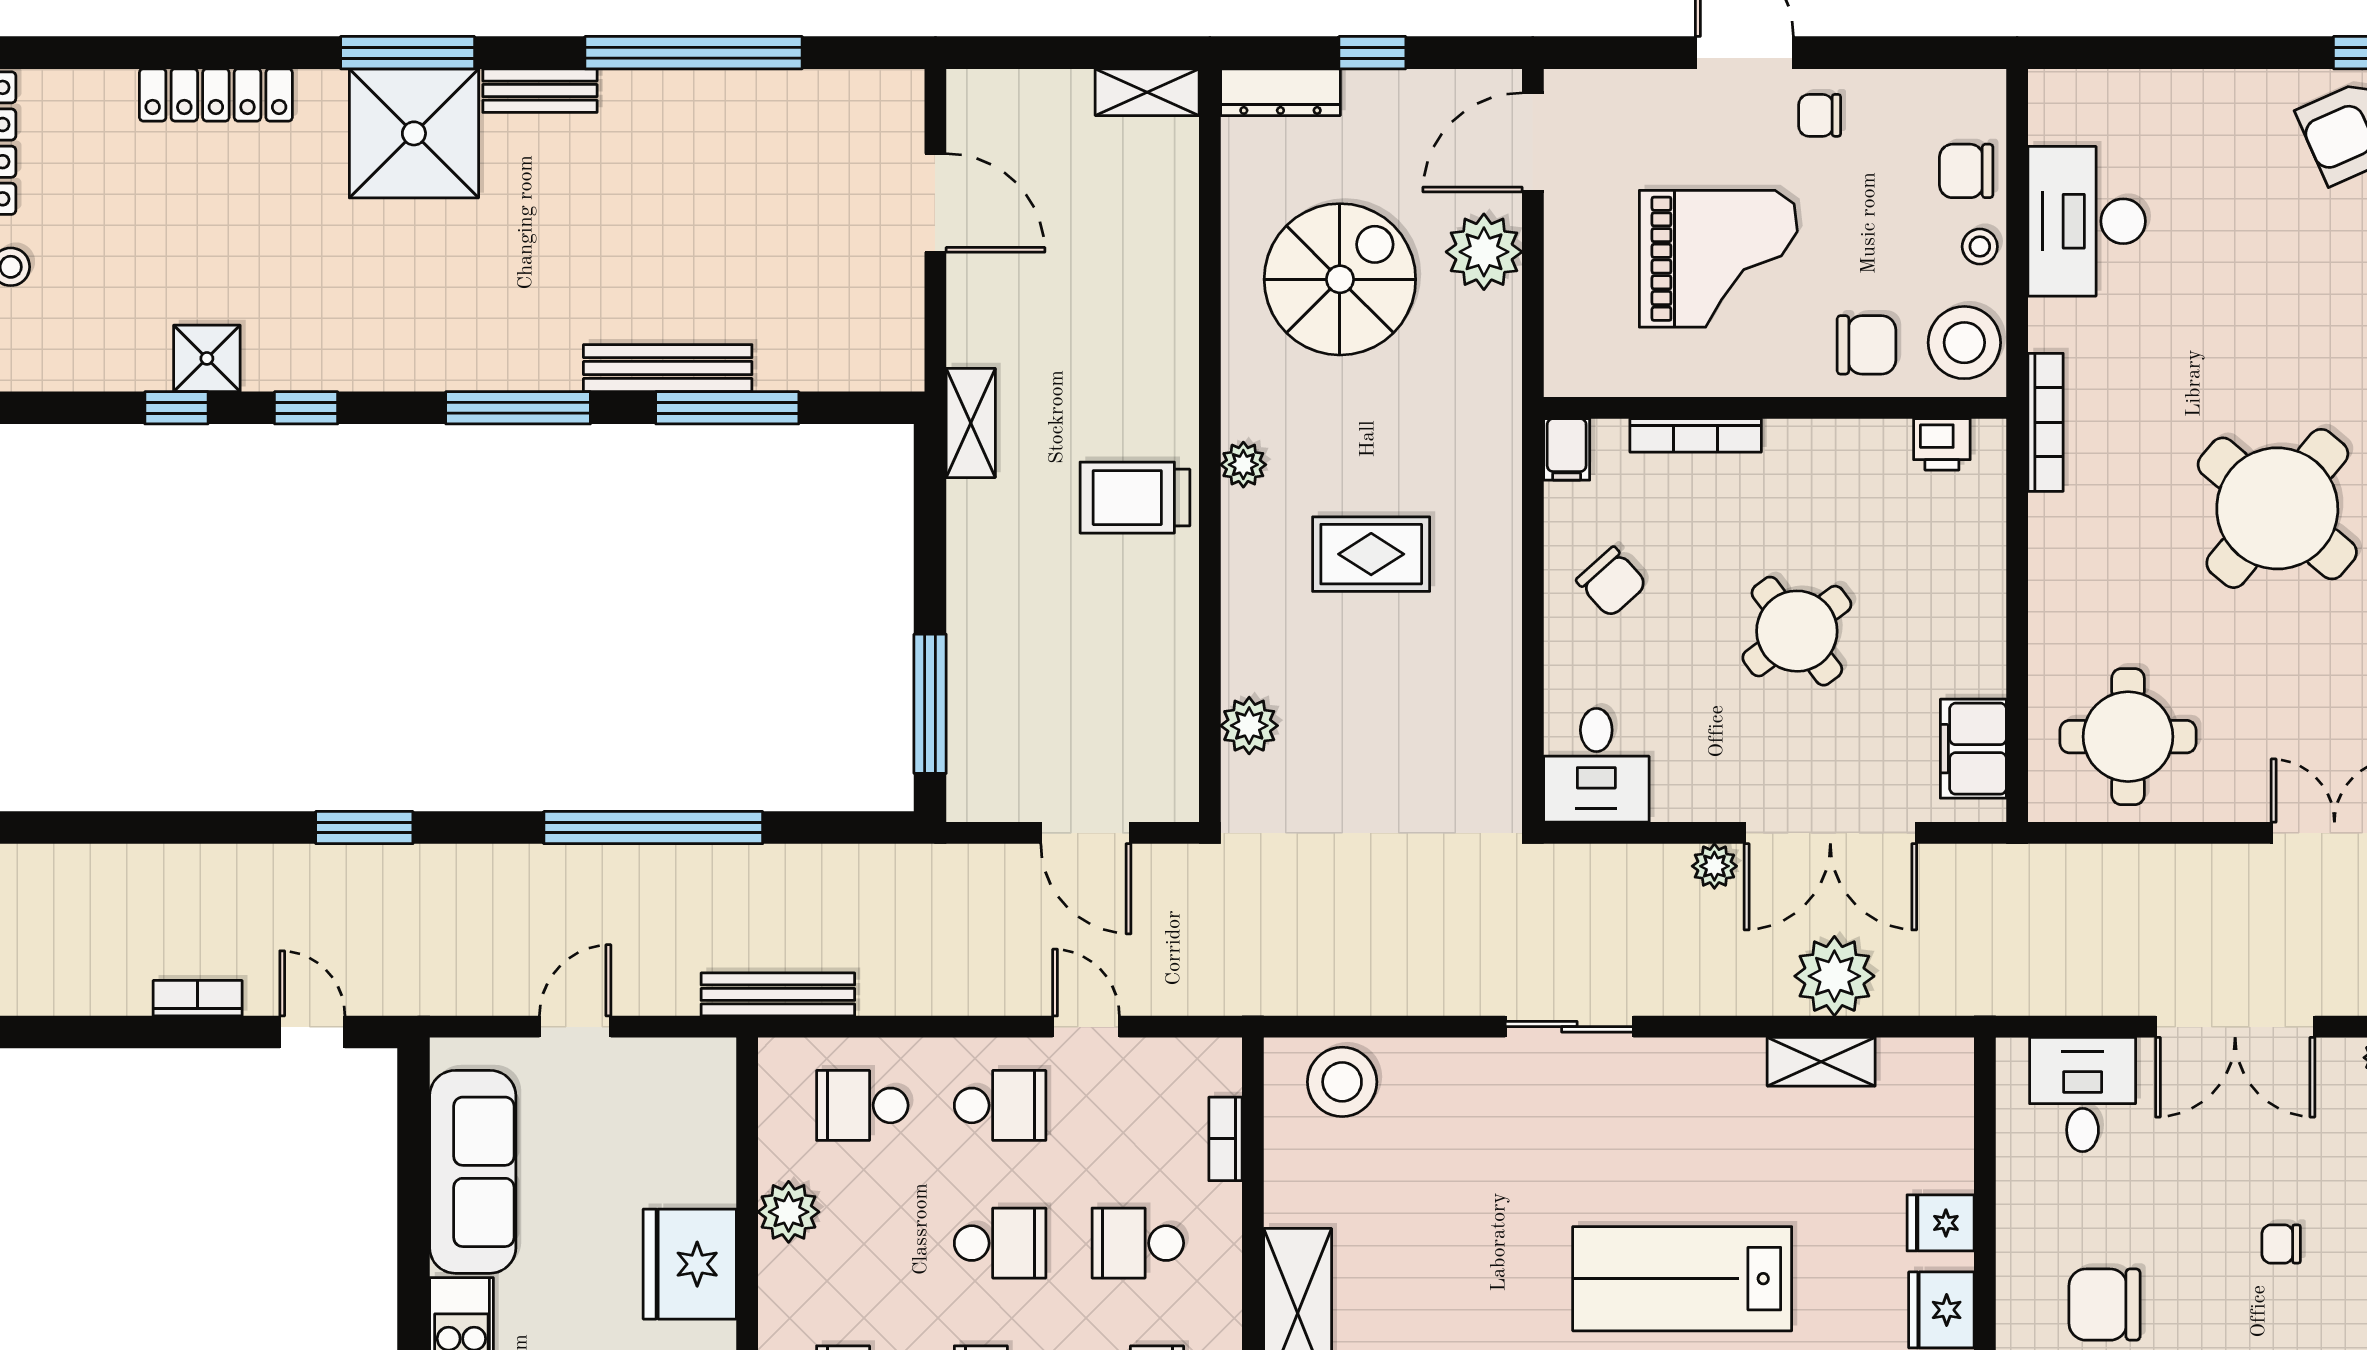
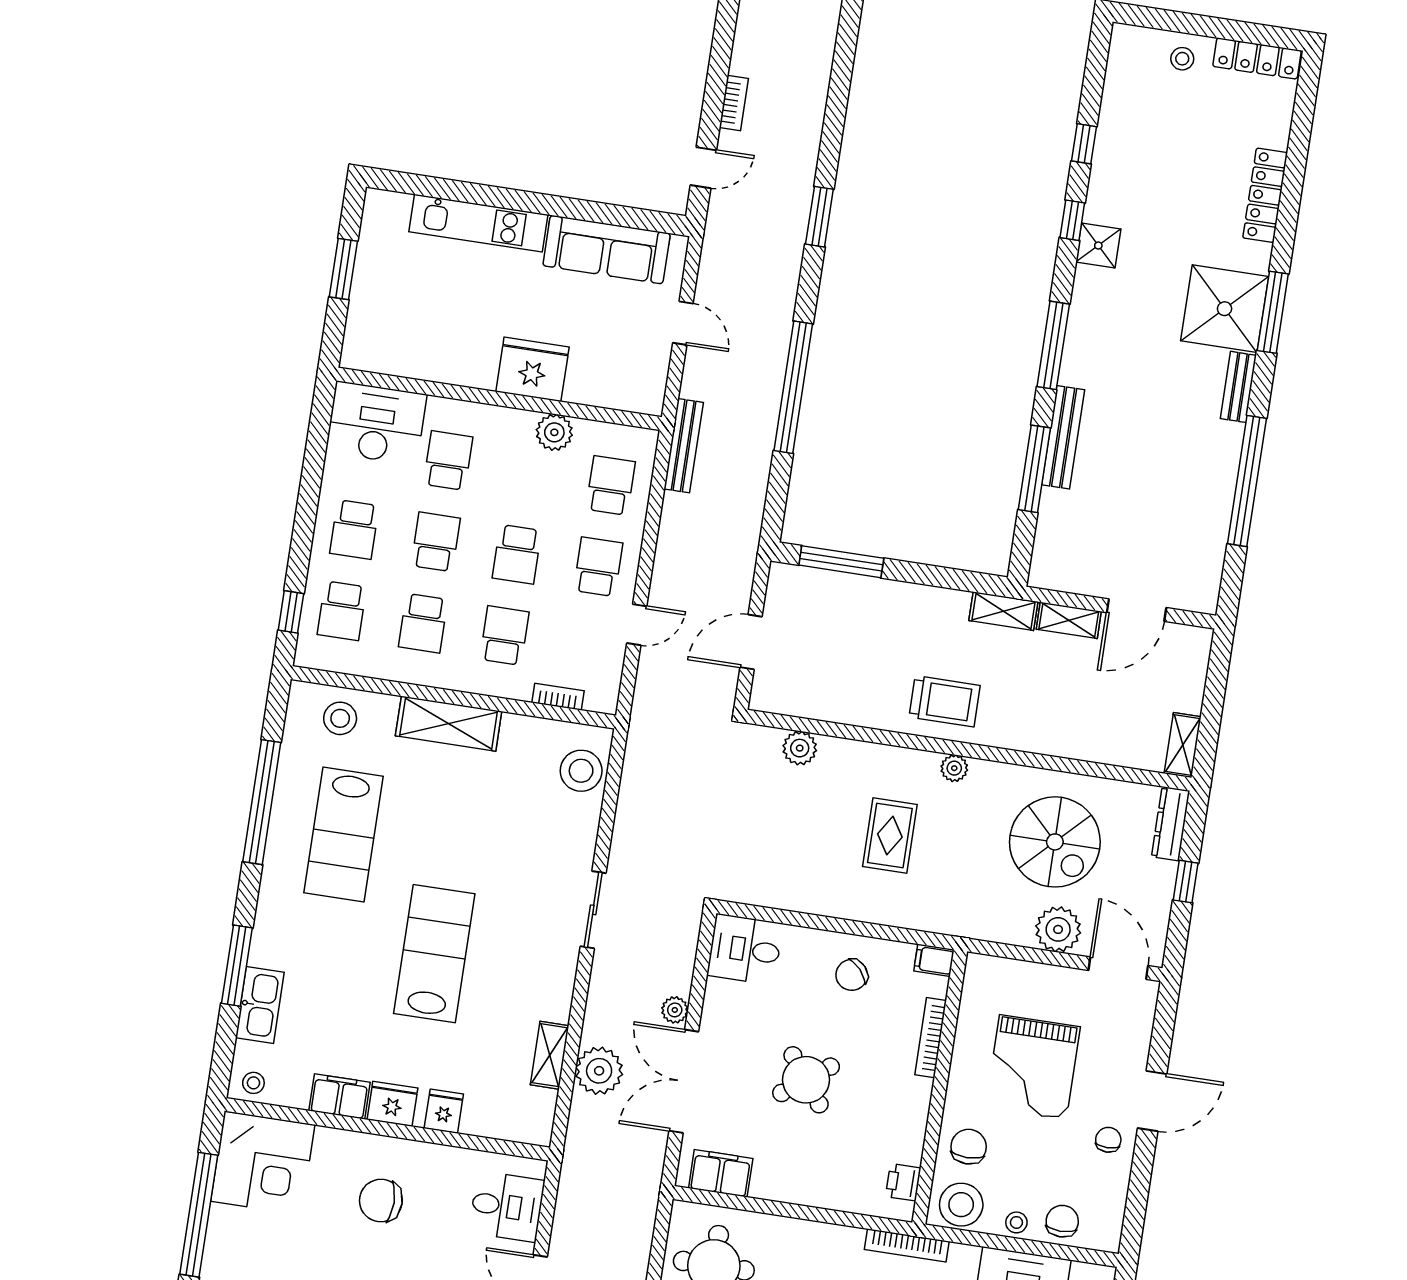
shelving: (969, 312) -> (1069, 620), added
chair: (1866, 345) -> (969, 1147), turned 180
shower: (207, 358) -> (1098, 246), moved
trolley: (1135, 498) -> (945, 701), turned 90
school desk: (1000, 1105) -> (598, 567), turned 180
chair: (2104, 1305) -> (381, 1200), turned -90

